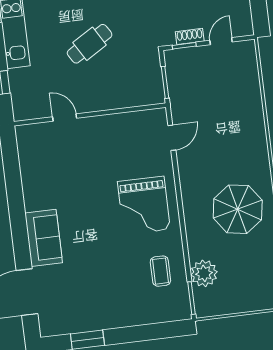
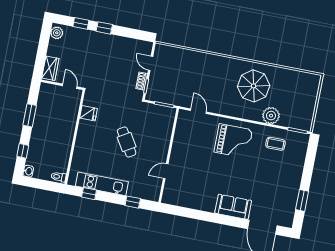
plant: (204, 273) -> (271, 116), moved

